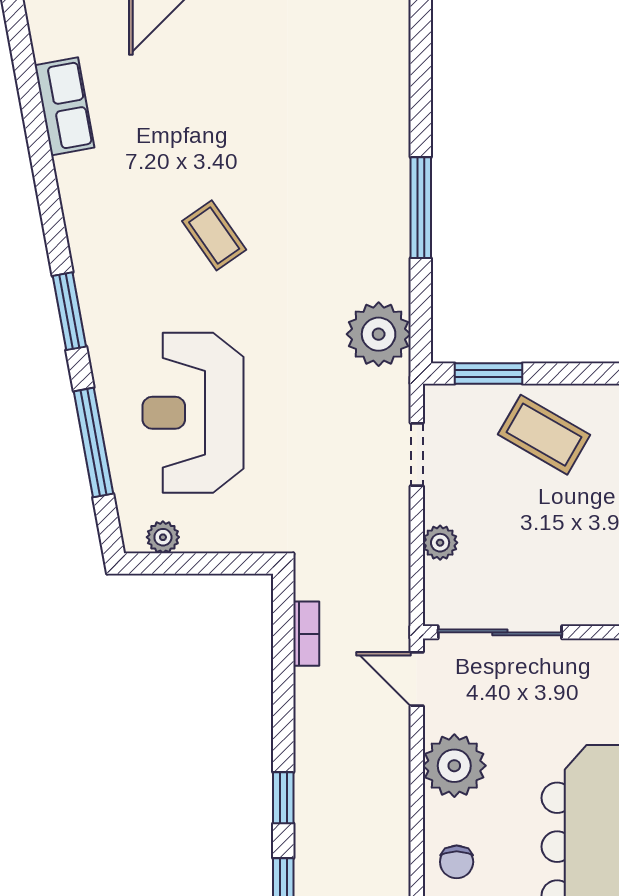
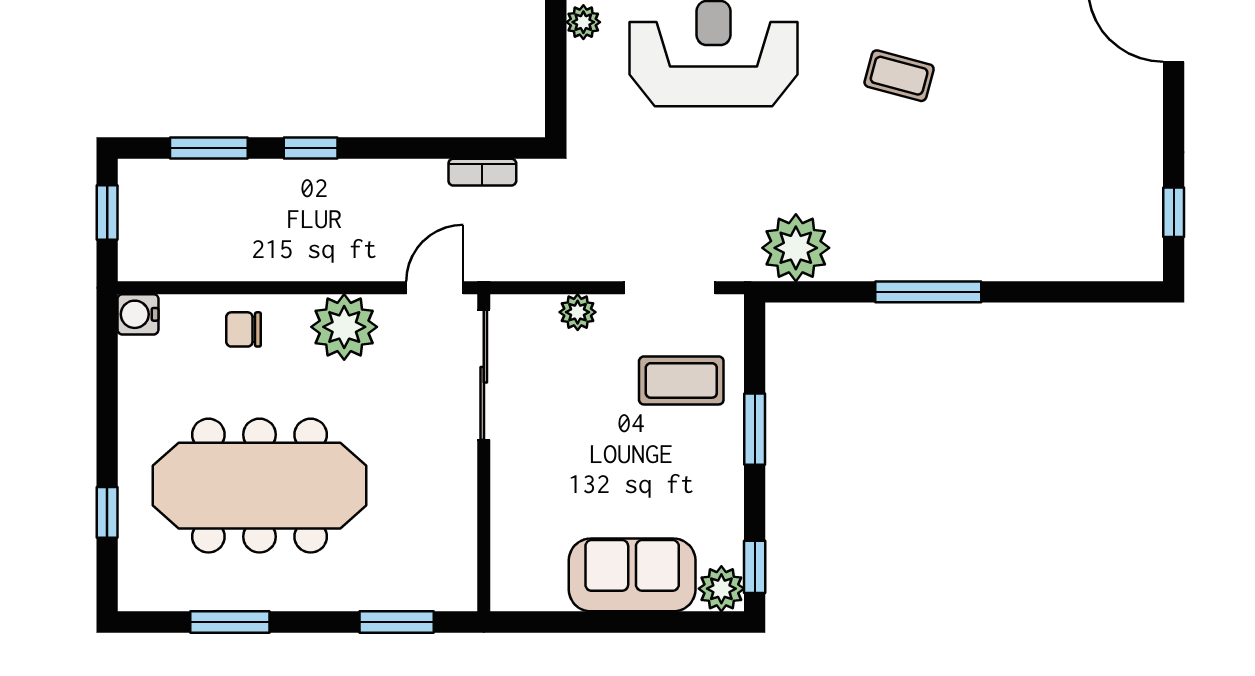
coffee table: (214, 235) -> (899, 76), turned 50
window: (488, 373) -> (755, 429), moved
coffee table: (544, 435) -> (681, 380), moved, turned 60
doorway: (417, 454) -> (670, 288), width x1.38

